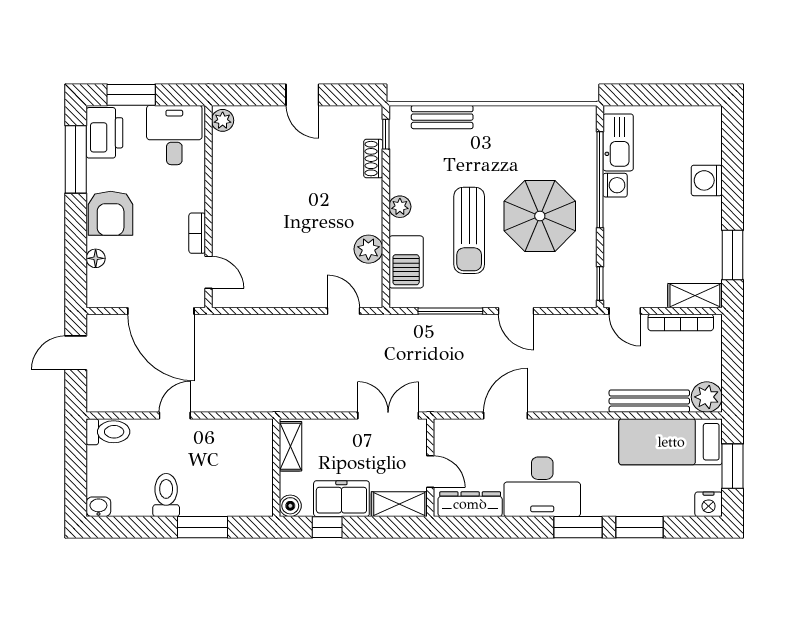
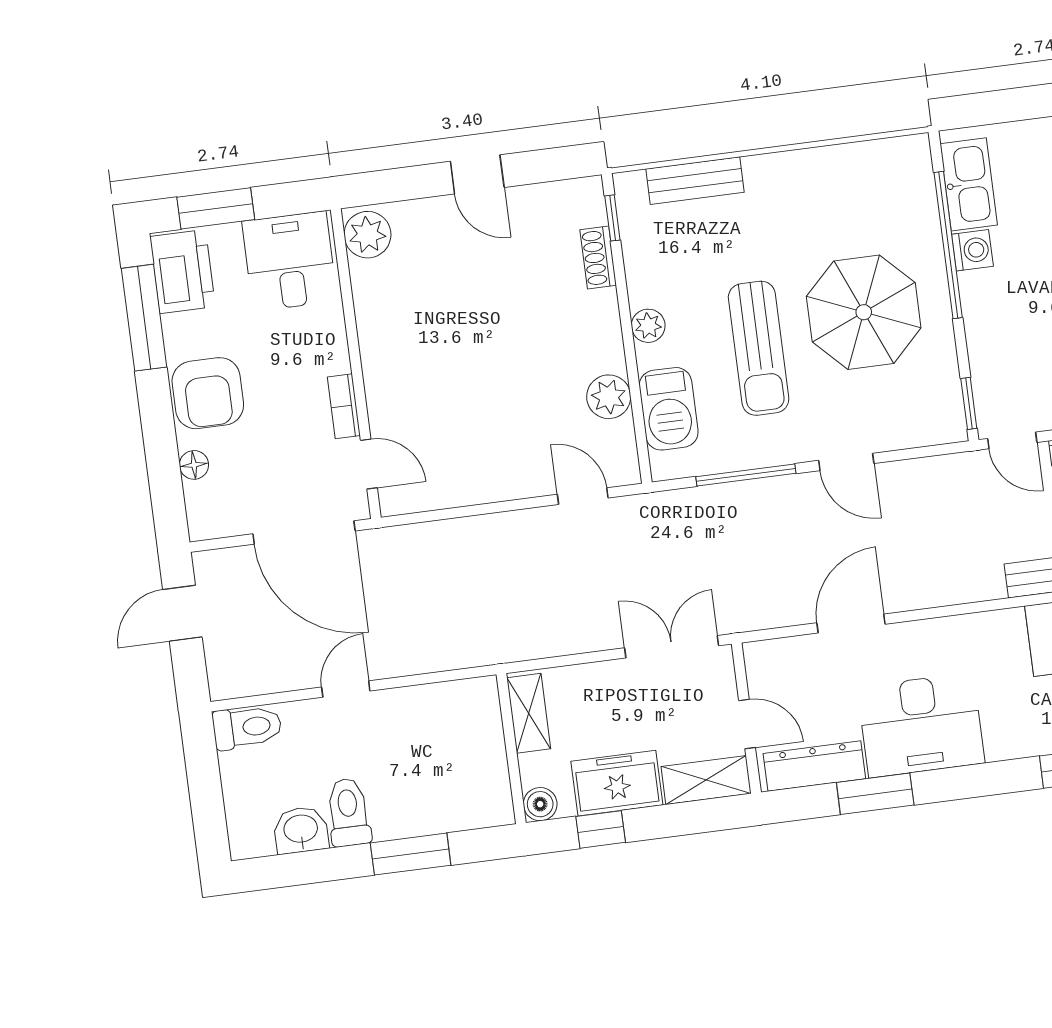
plant: (223, 120) -> (367, 235), width x1.38, depth x1.38
washbasin: (98, 507) -> (301, 830), moved, width x1.38, depth x1.45
window: (578, 527) -> (875, 794), moved

